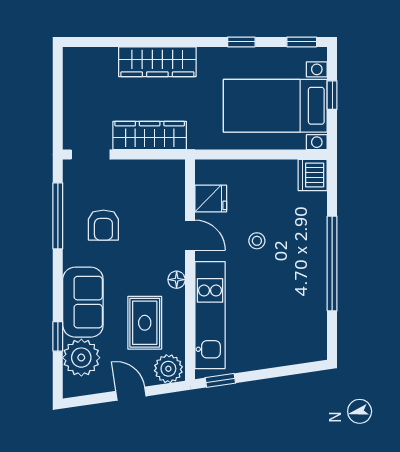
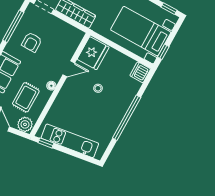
window: (332, 95) -> (163, 52), moved
fridge: (211, 198) -> (93, 53), width x1.88, depth x1.34
door: (190, 235) -> (69, 69), hinge flipped
kitchen unit: (210, 315) -> (70, 141), moved, turned -98

